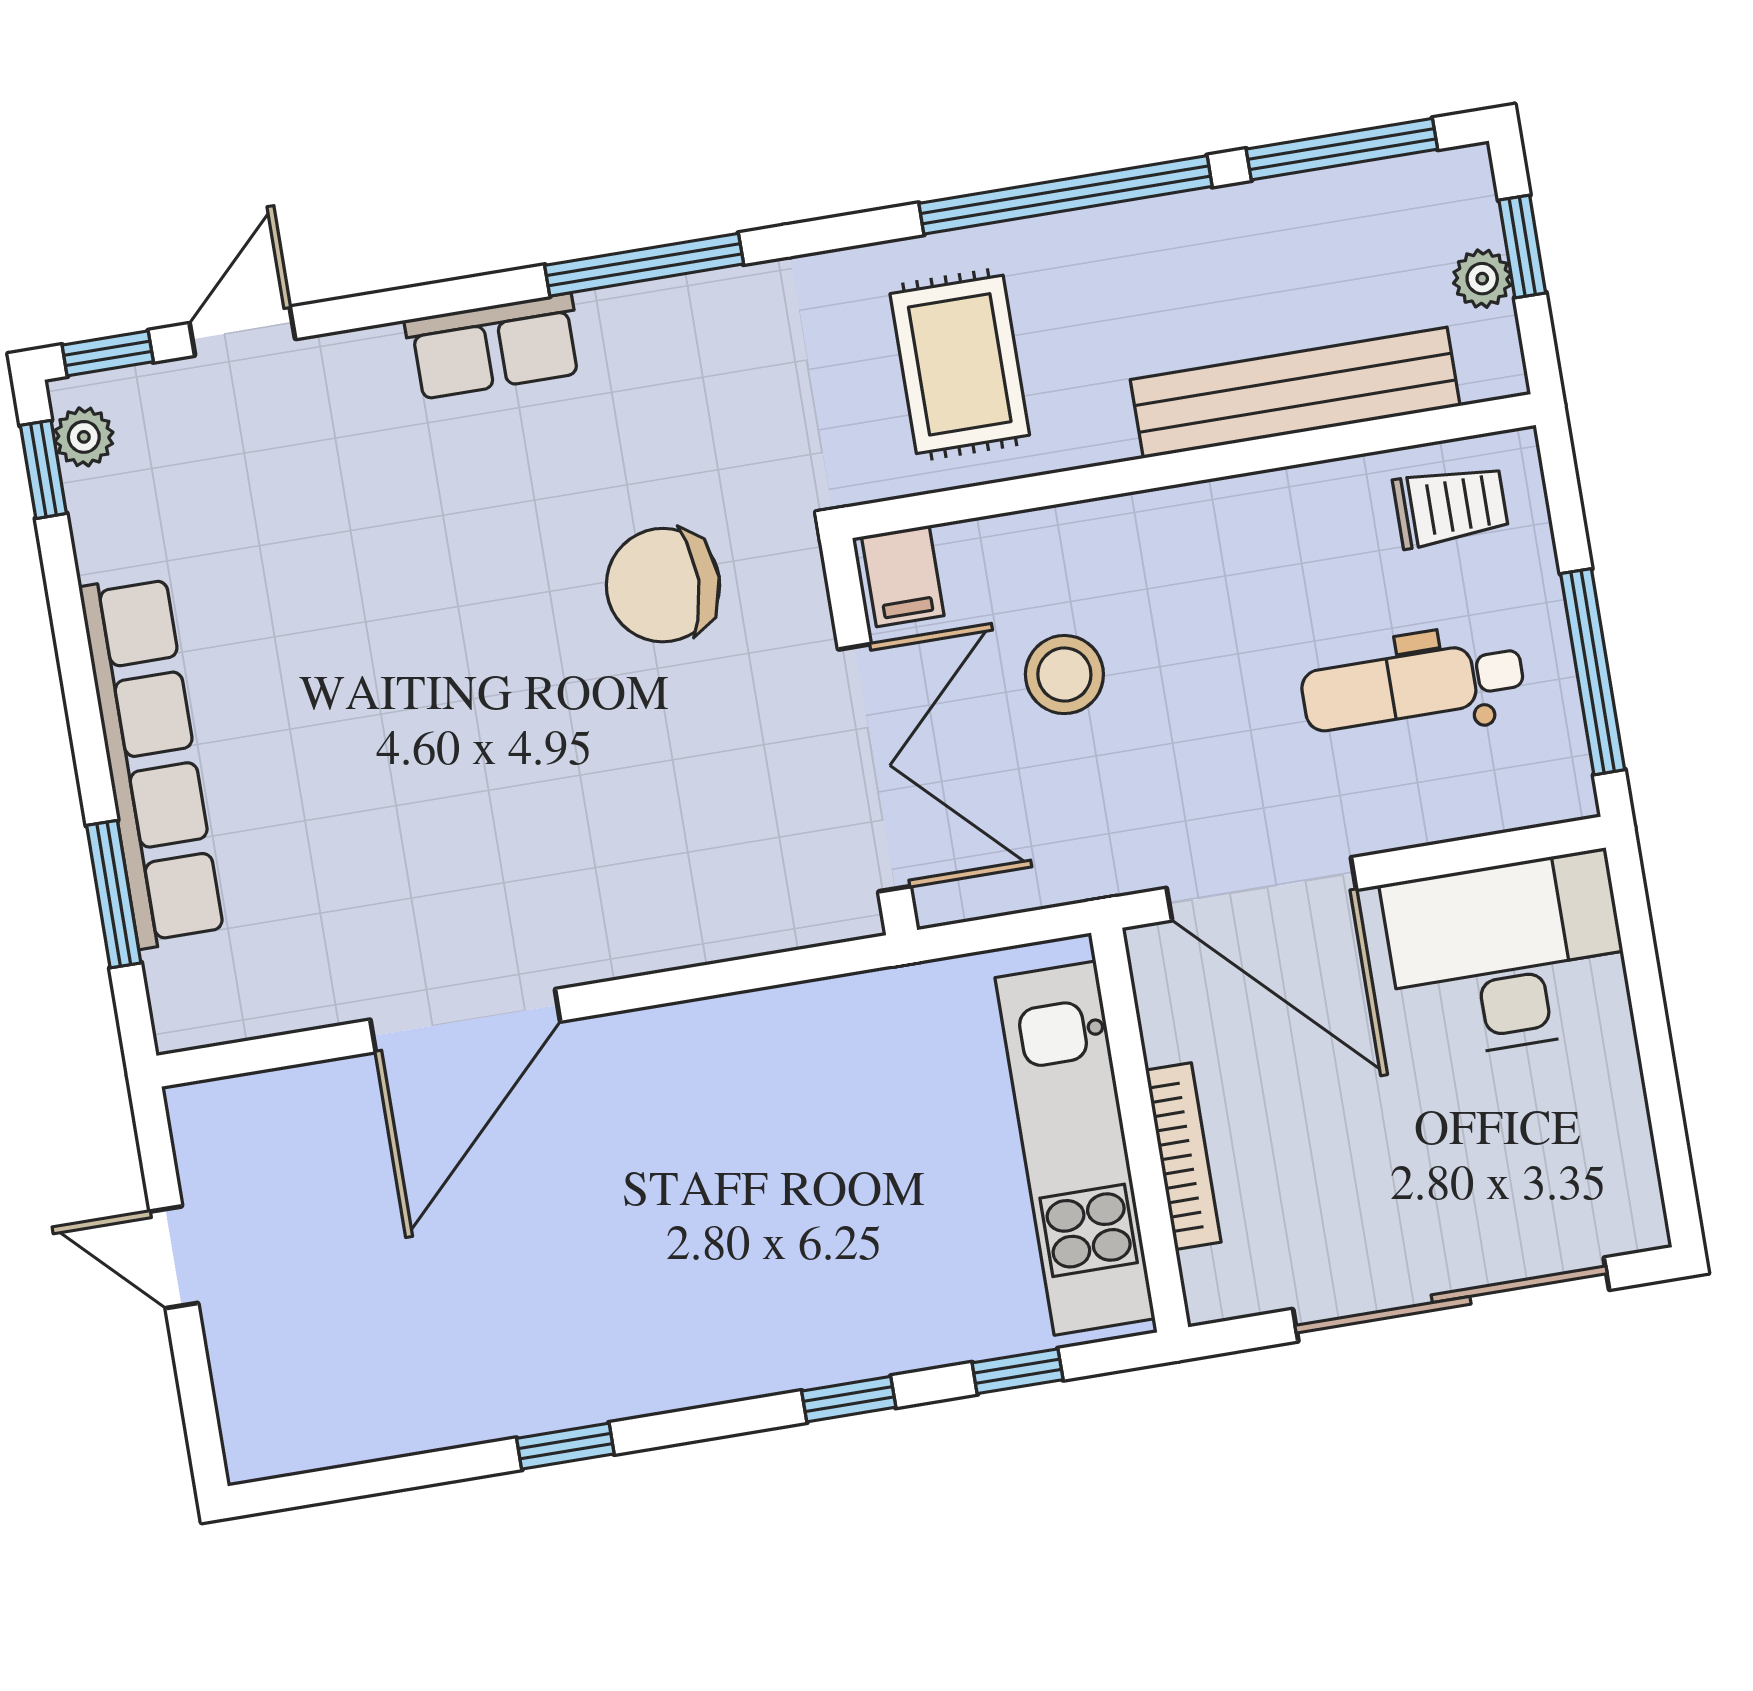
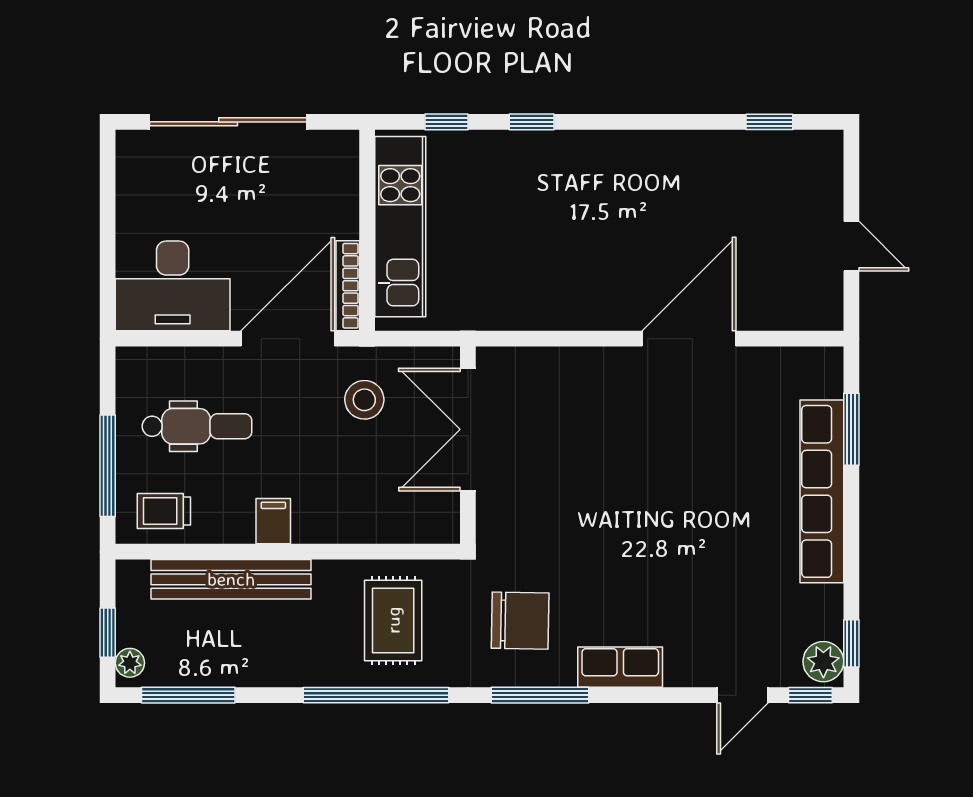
window: (1065, 195) -> (376, 695), moved
plant: (1482, 279) -> (130, 663), moved
plant: (84, 437) -> (823, 662), width x1.38, depth x1.38
filing cabinet: (903, 576) -> (273, 521), moved
chair: (663, 585) -> (520, 621), moved
window: (1593, 672) -> (108, 466), moved
stool: (1064, 675) -> (364, 400), moved
door: (1261, 889) -> (288, 339), hinge flipped
bookcase: (1183, 1156) -> (348, 286), moved
window: (565, 1446) -> (769, 122), moved

